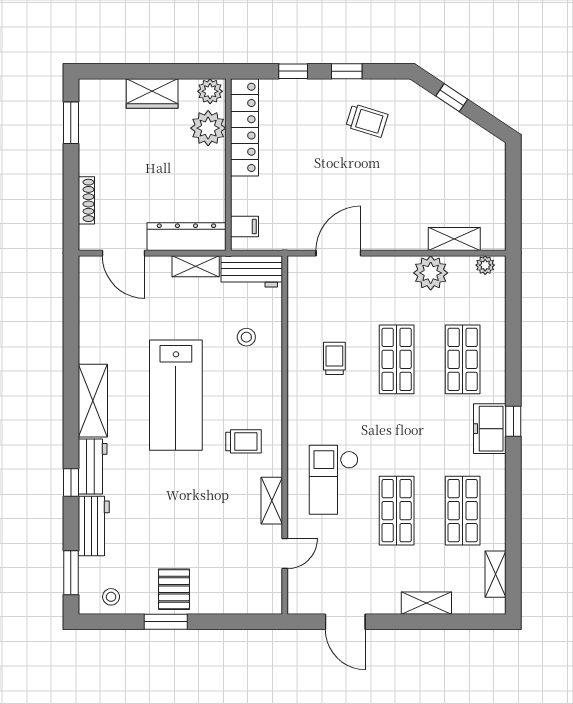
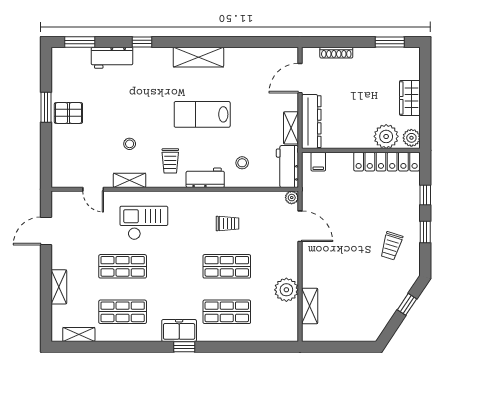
plant: (485, 265) -> (292, 198), moved
lab bench: (176, 395) -> (202, 114), width x0.73, depth x0.72
workbench: (93, 467) -> (205, 178), moved, turned 180
stool: (111, 597) -> (130, 144), moved

